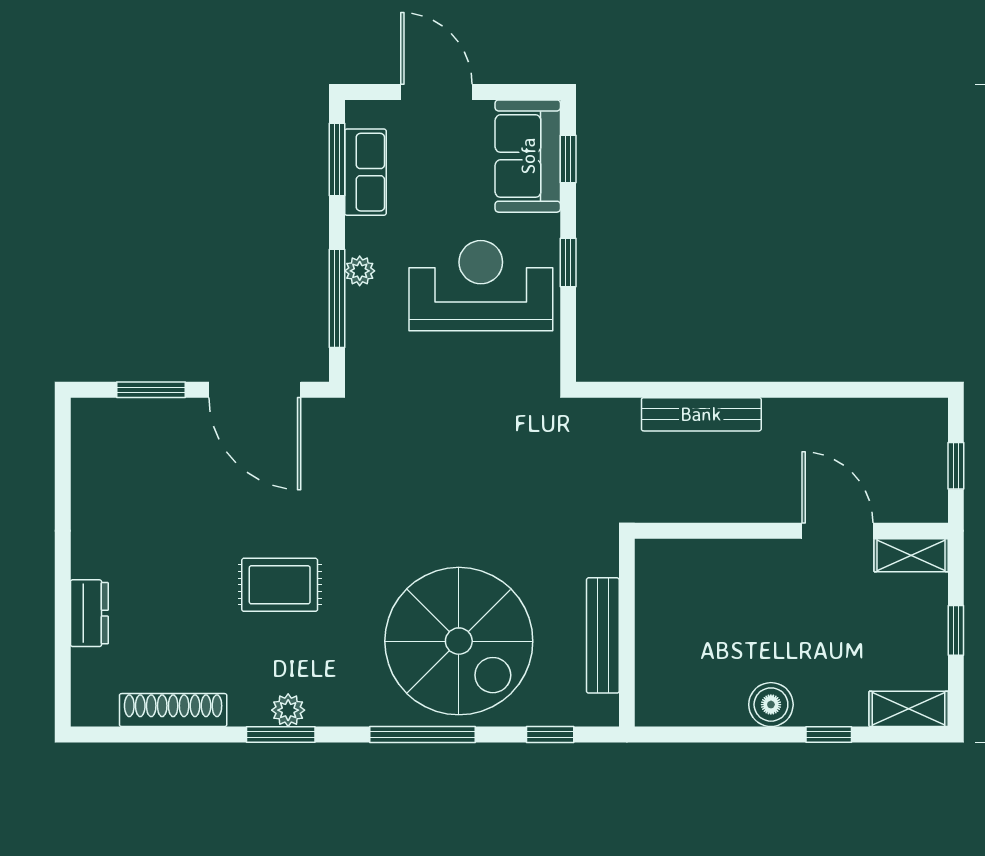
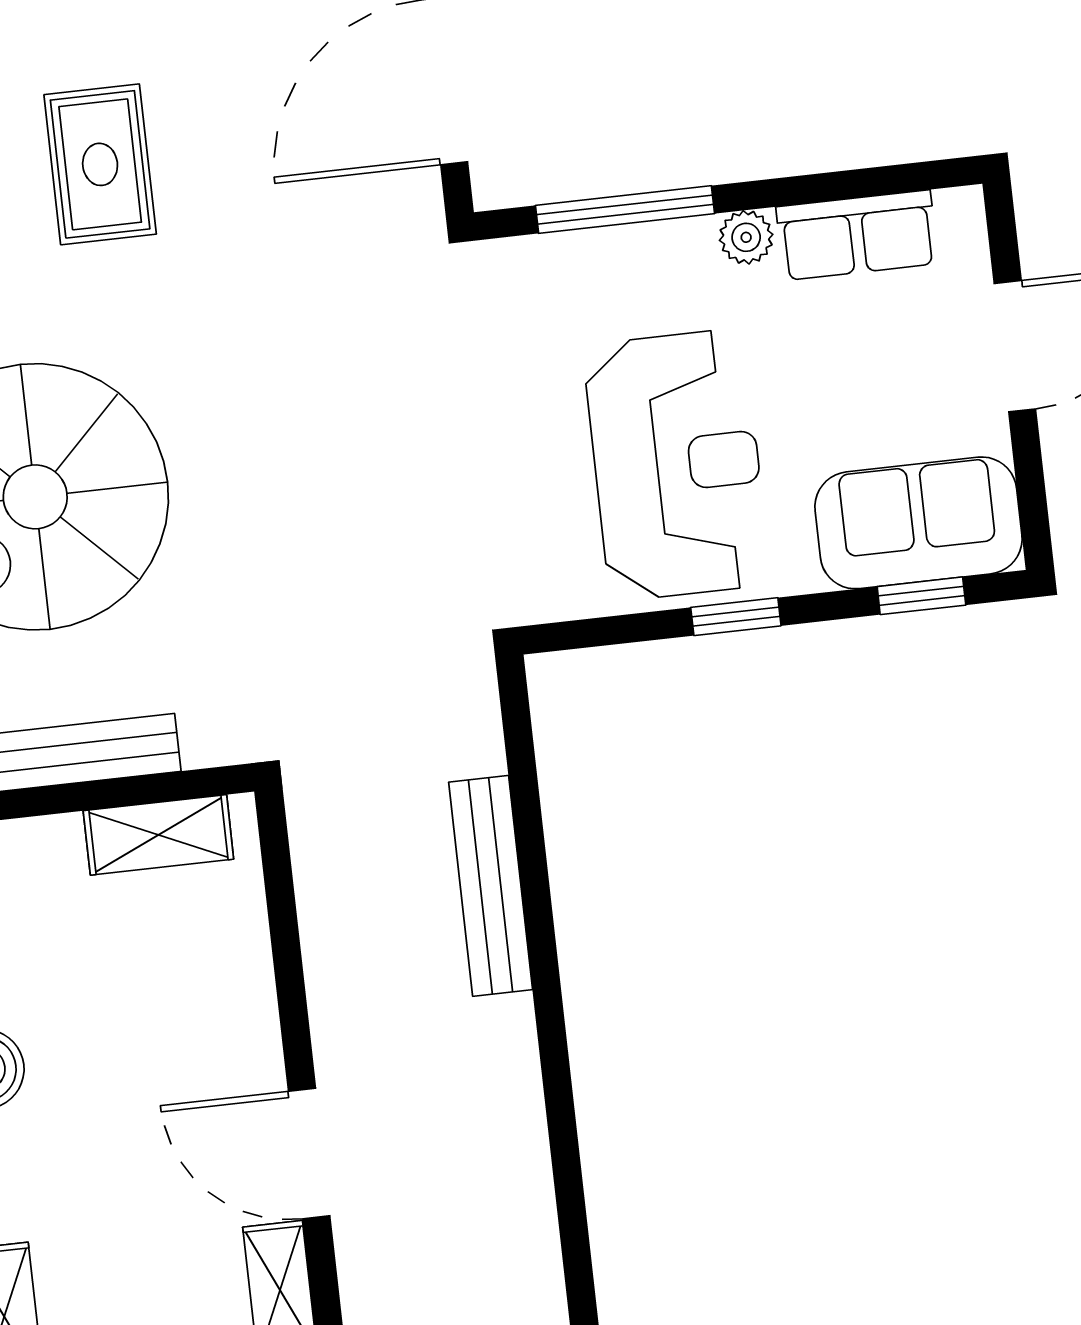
window: (337, 159) -> (874, 182), removed
plant: (360, 271) -> (746, 237), moved
door: (838, 531) -> (309, 1153), swing flipped
shelving: (653, 594) -> (158, 835), added

